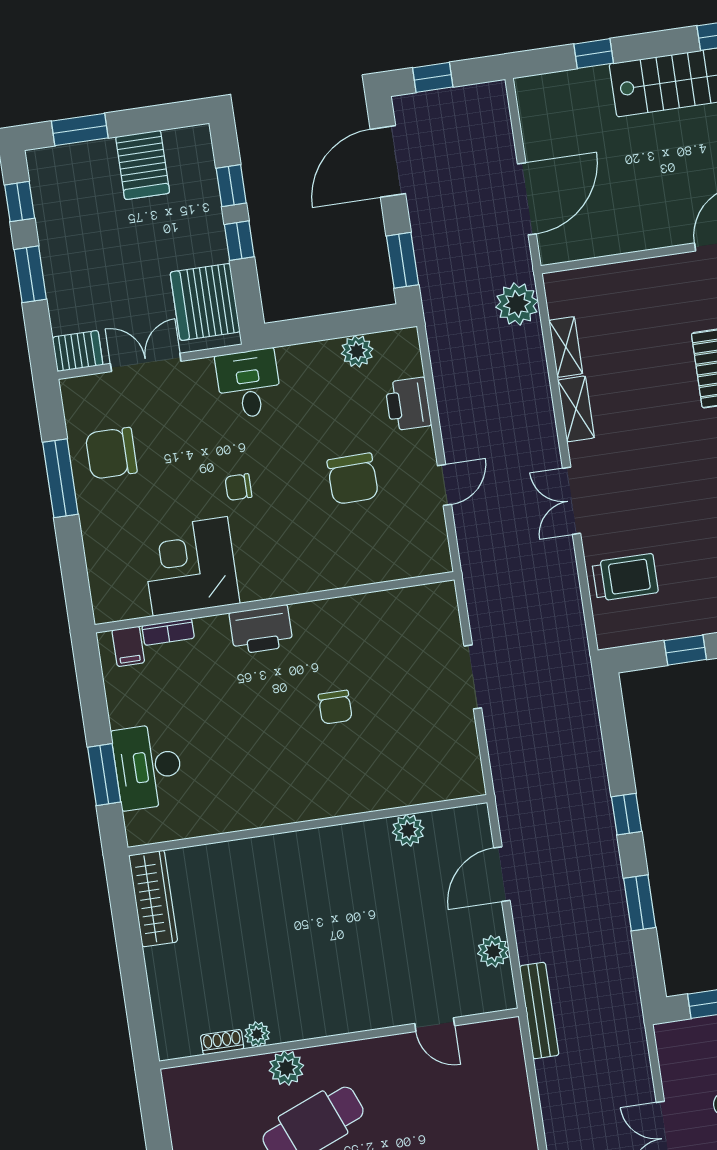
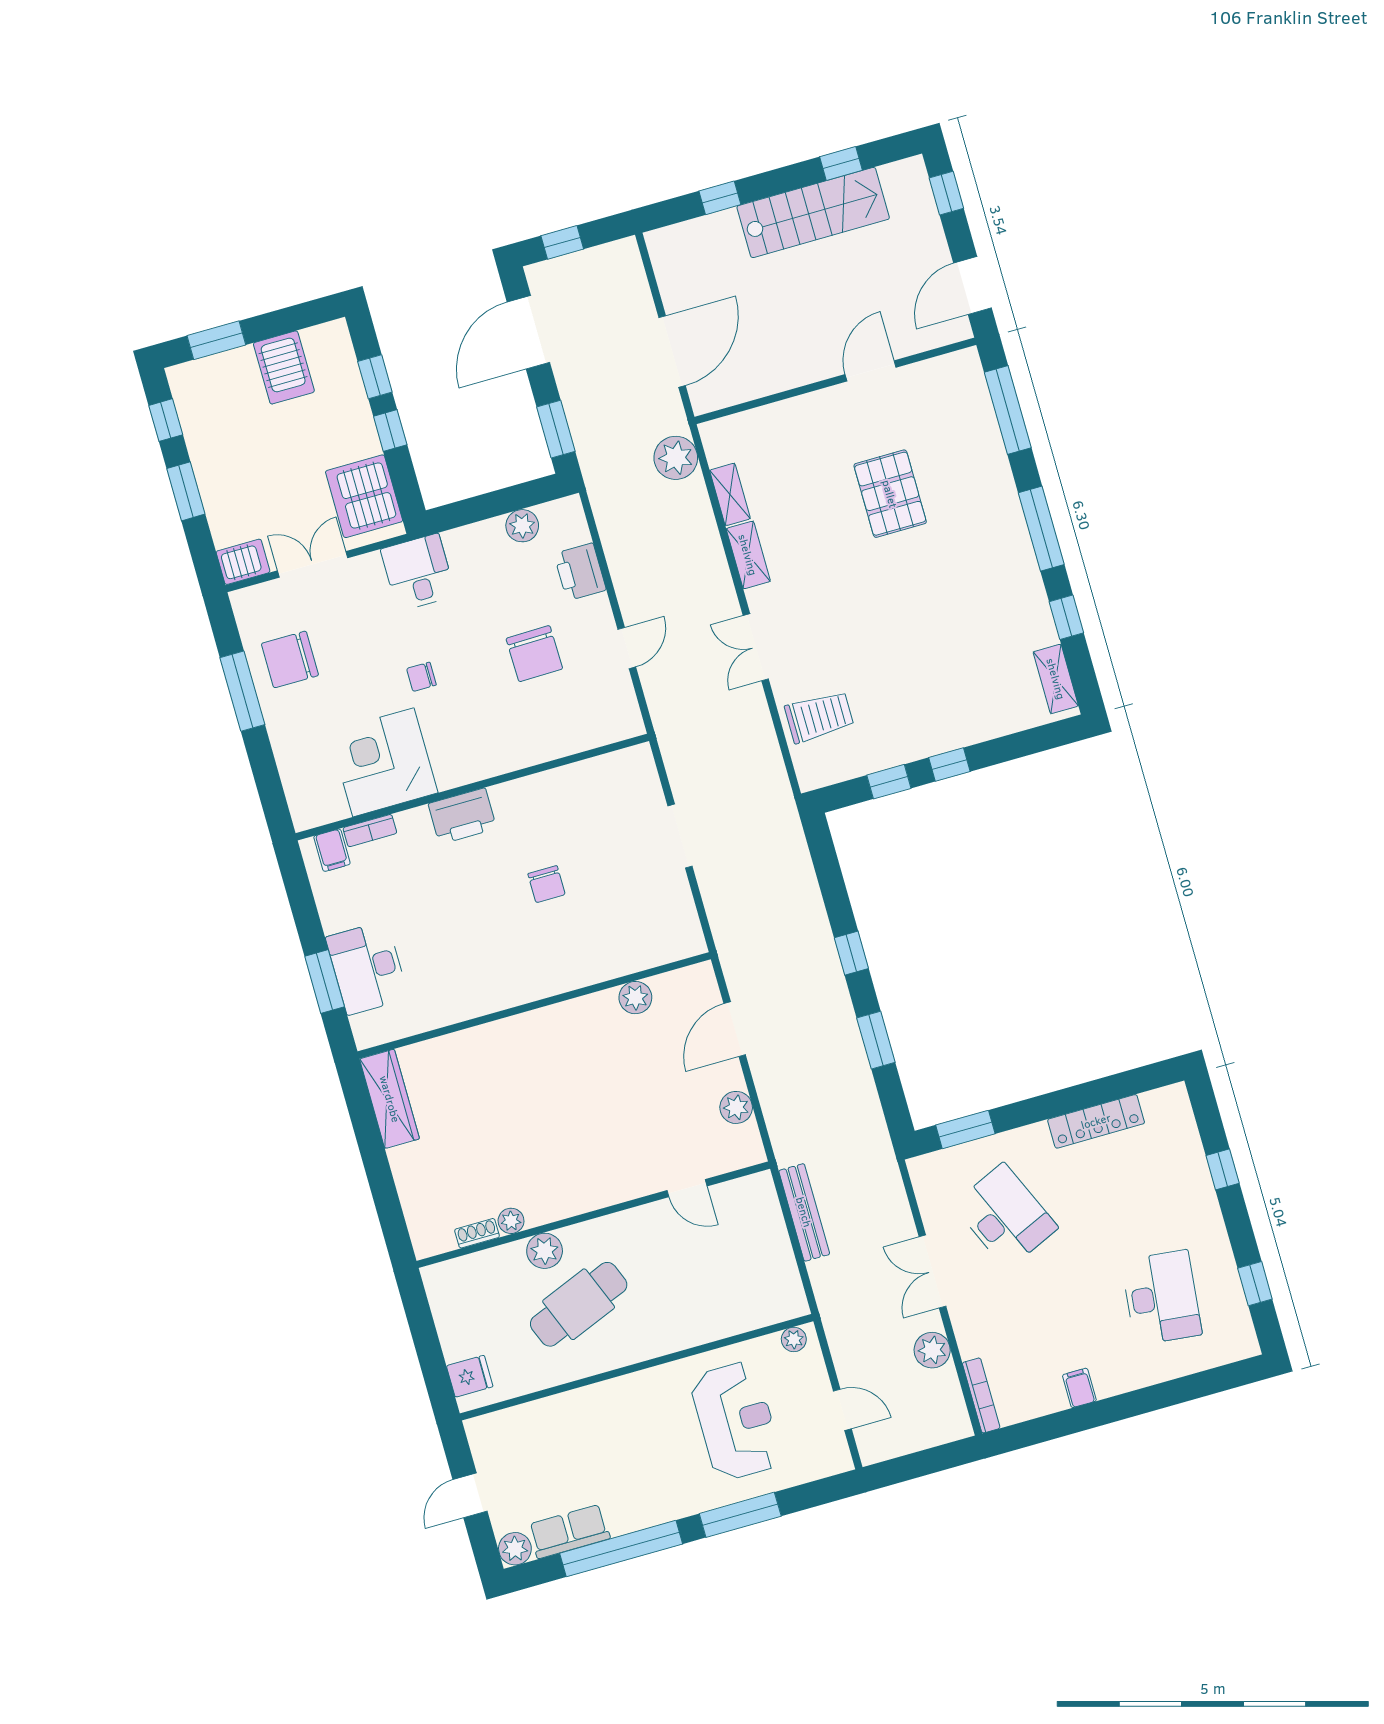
bench: (539, 1011) -> (804, 1212), moved

